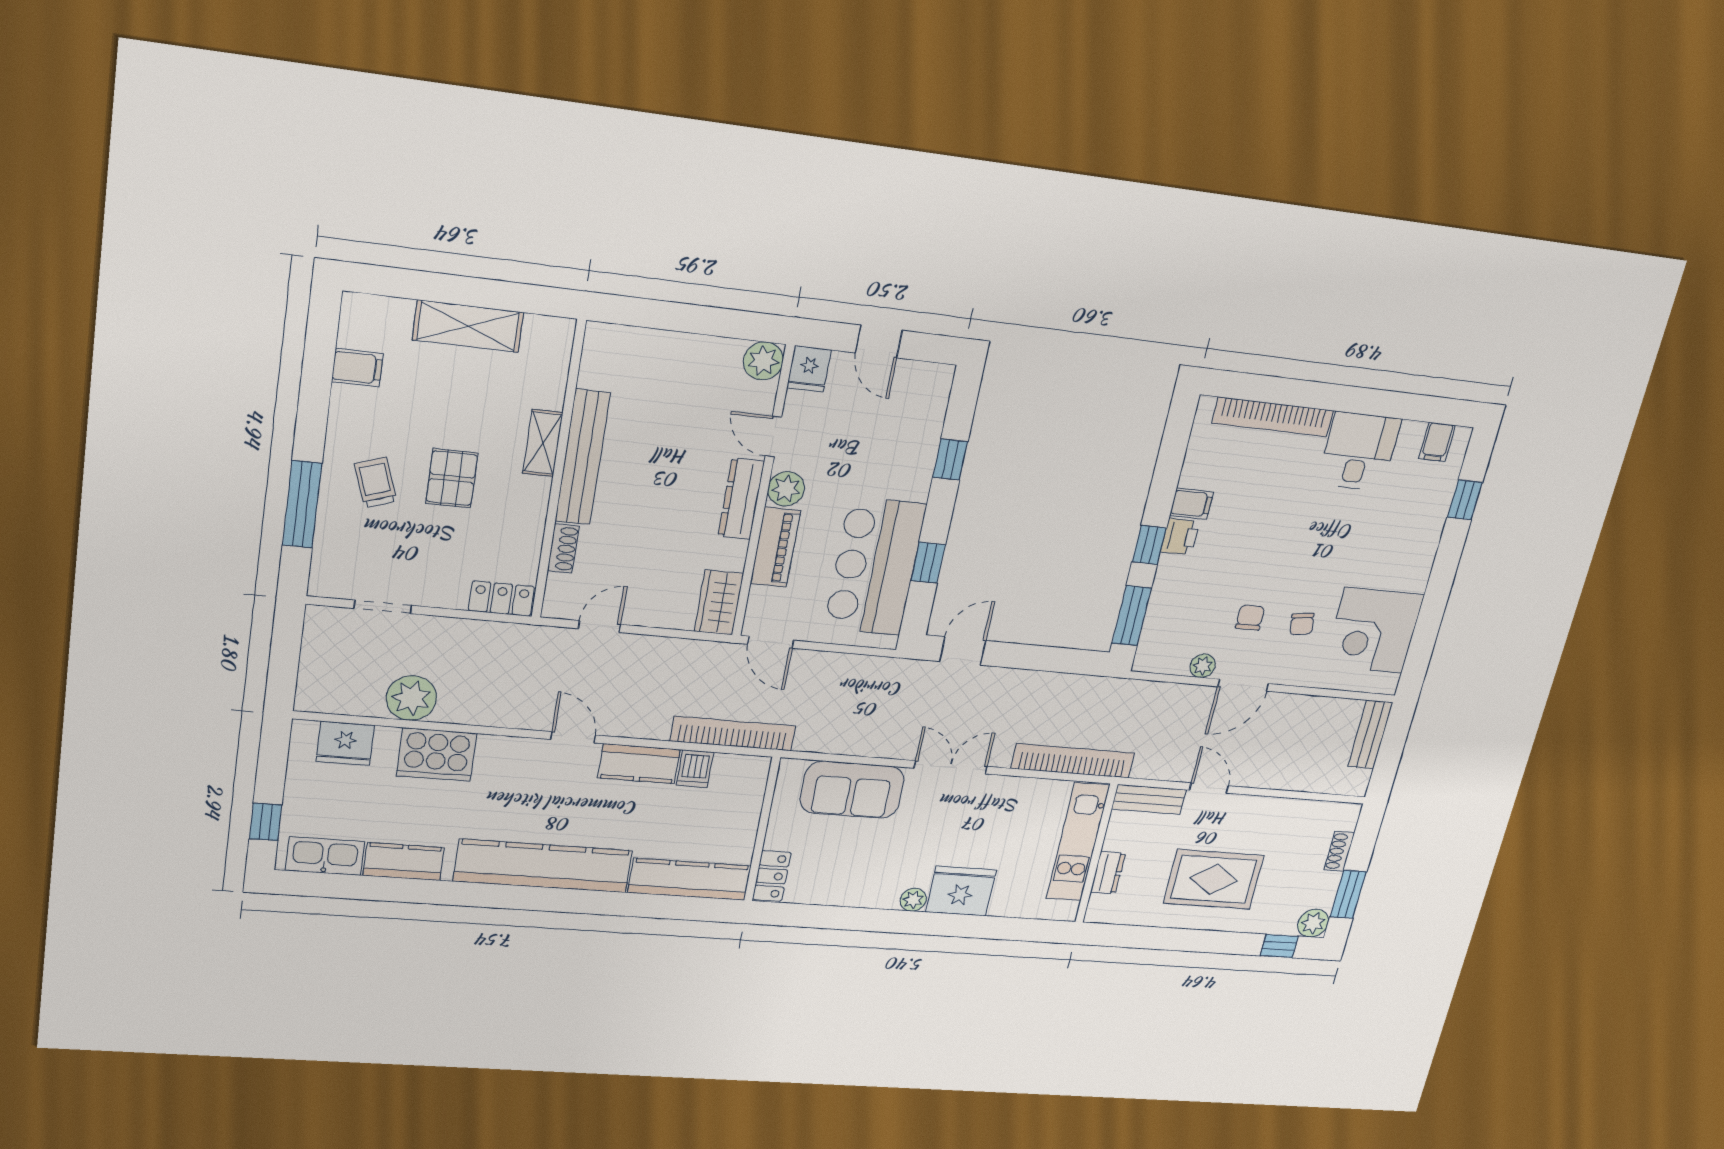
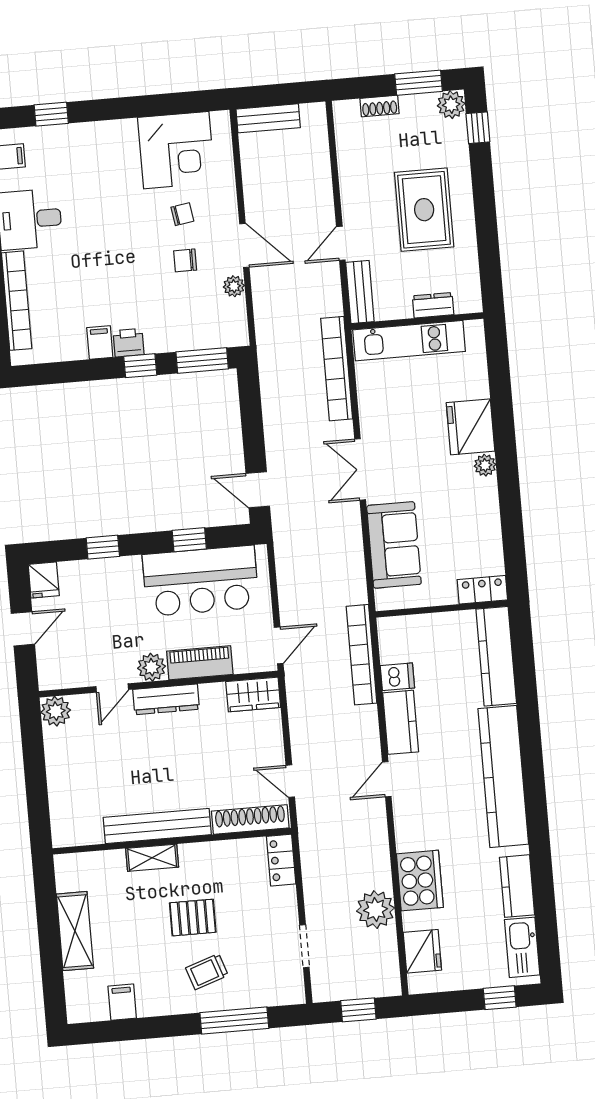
fridge: (809, 369) -> (44, 580), moved, turned 90
shoe rack: (563, 549) -> (250, 820), width x1.94, depth x1.24
window: (285, 657) -> (358, 1010), added

